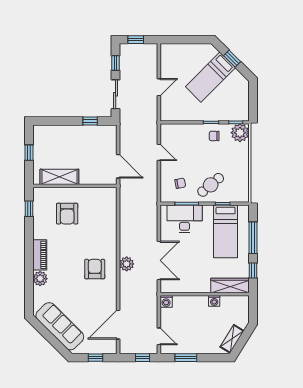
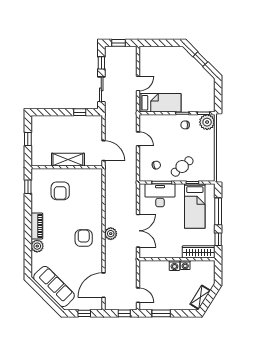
bed: (210, 77) -> (160, 103), moved, turned -135
shelving: (59, 177) -> (68, 160), moved
washing machine: (166, 301) -> (174, 265), moved

